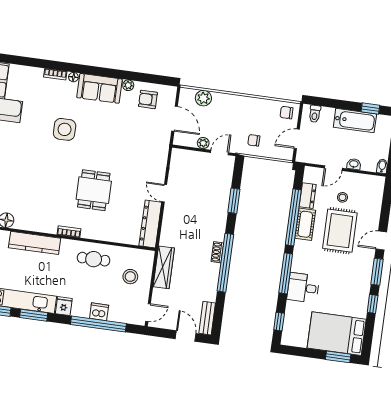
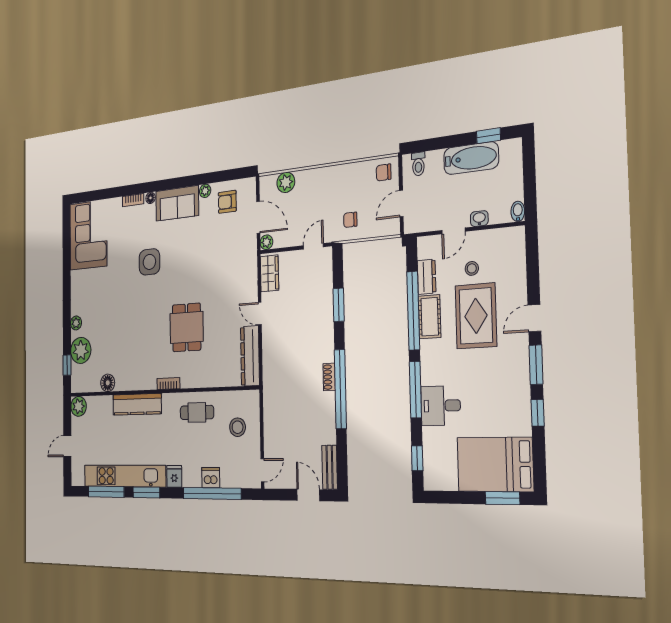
plant: (203, 143) -> (266, 242), moved
wardrobe: (164, 267) -> (269, 273), moved, width x0.67

